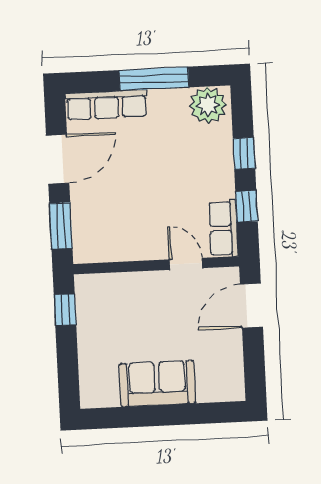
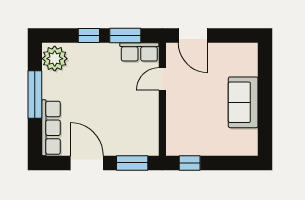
window: (247, 206) -> (125, 36), width x1.50

